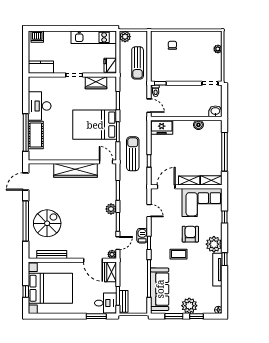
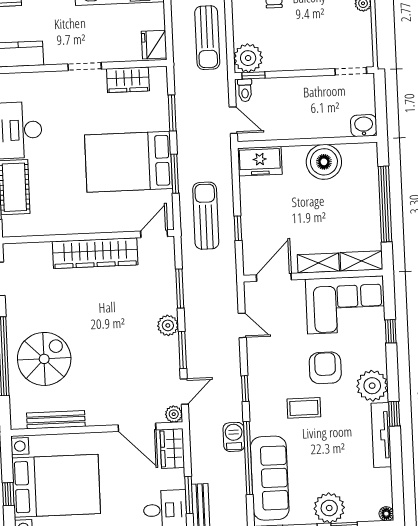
plant: (158, 74) -> (248, 58), added
boiler: (198, 125) -> (324, 162), width x1.86, depth x1.86
door: (106, 162) -> (154, 234), hinge flipped
barbecue: (142, 236) -> (234, 437), moved

